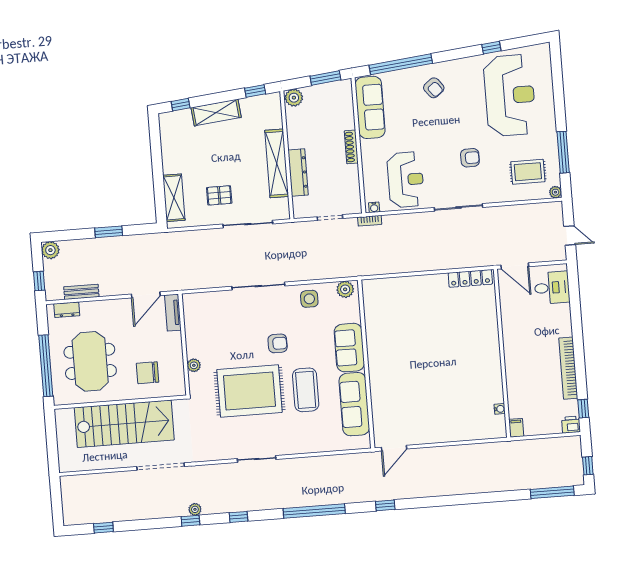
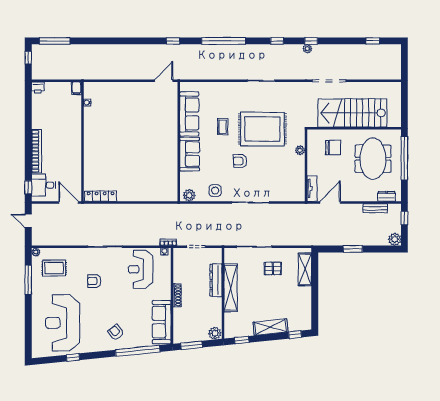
bookcase: (568, 368) -> (36, 151), moved
coffee table: (306, 390) -> (223, 127), width x0.54, depth x0.58
window: (583, 409) -> (28, 187), moved

